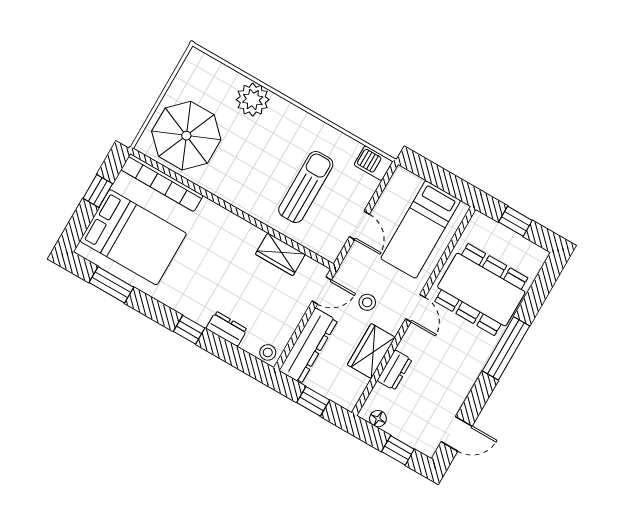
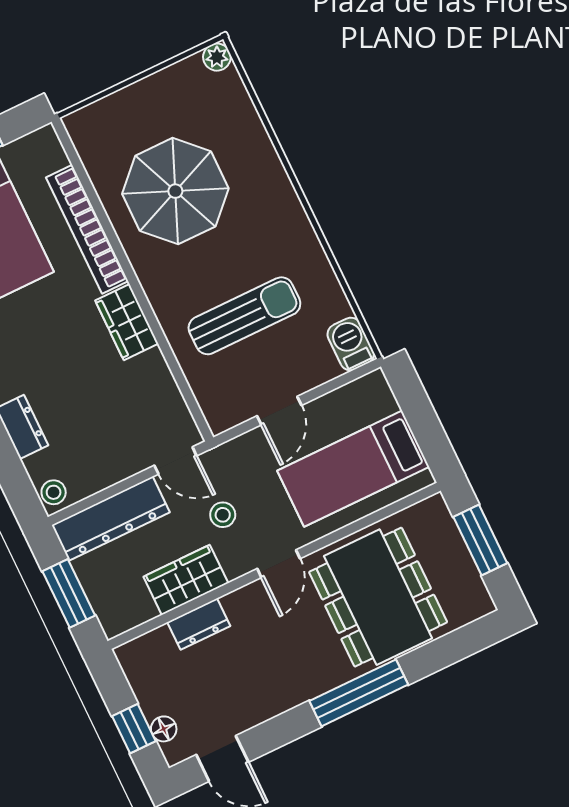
plant: (253, 100) -> (217, 57), moved, width x0.53, depth x0.53
parasol: (186, 136) -> (175, 191), moved
bookcase: (162, 183) -> (87, 229), moved
window: (515, 221) -> (480, 540), width x1.50
wardrobe: (280, 254) -> (127, 322), moved
window: (313, 401) -> (69, 593), width x1.50
floor lamp: (378, 419) -> (164, 729), moved

